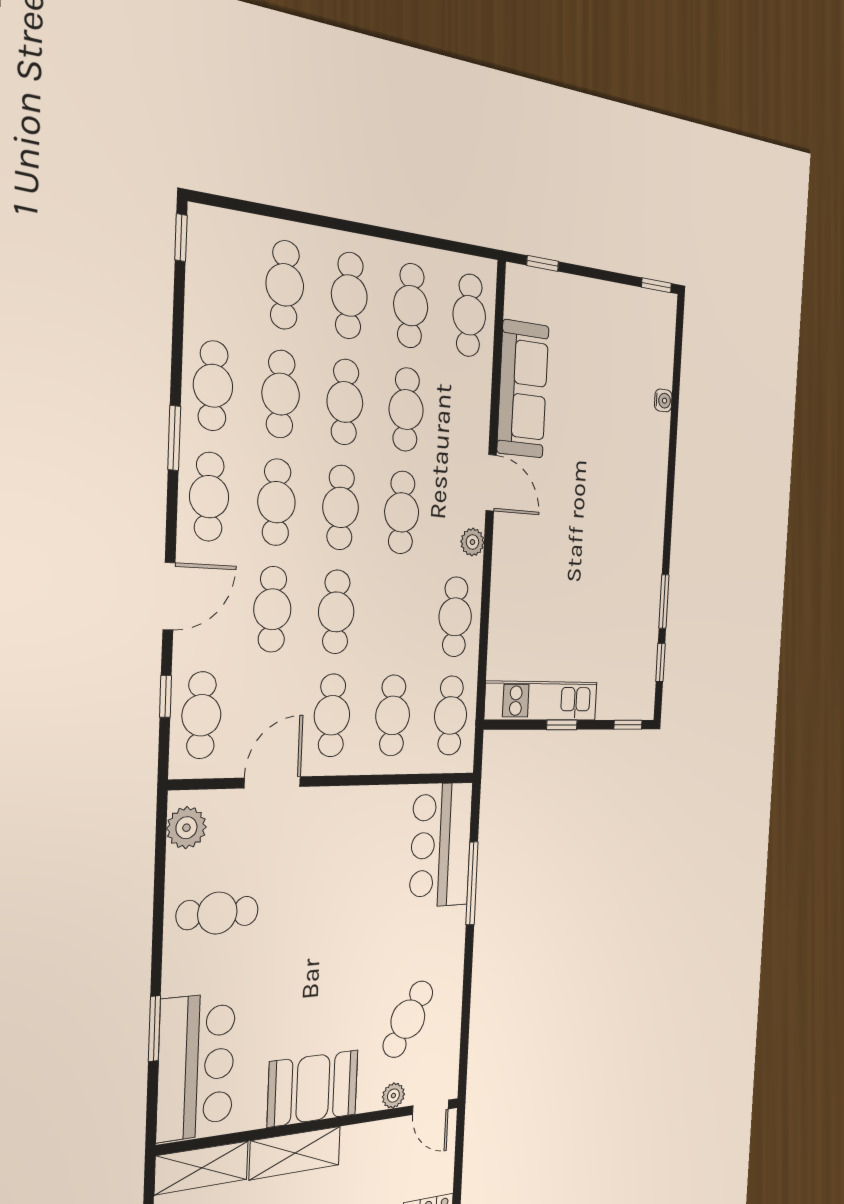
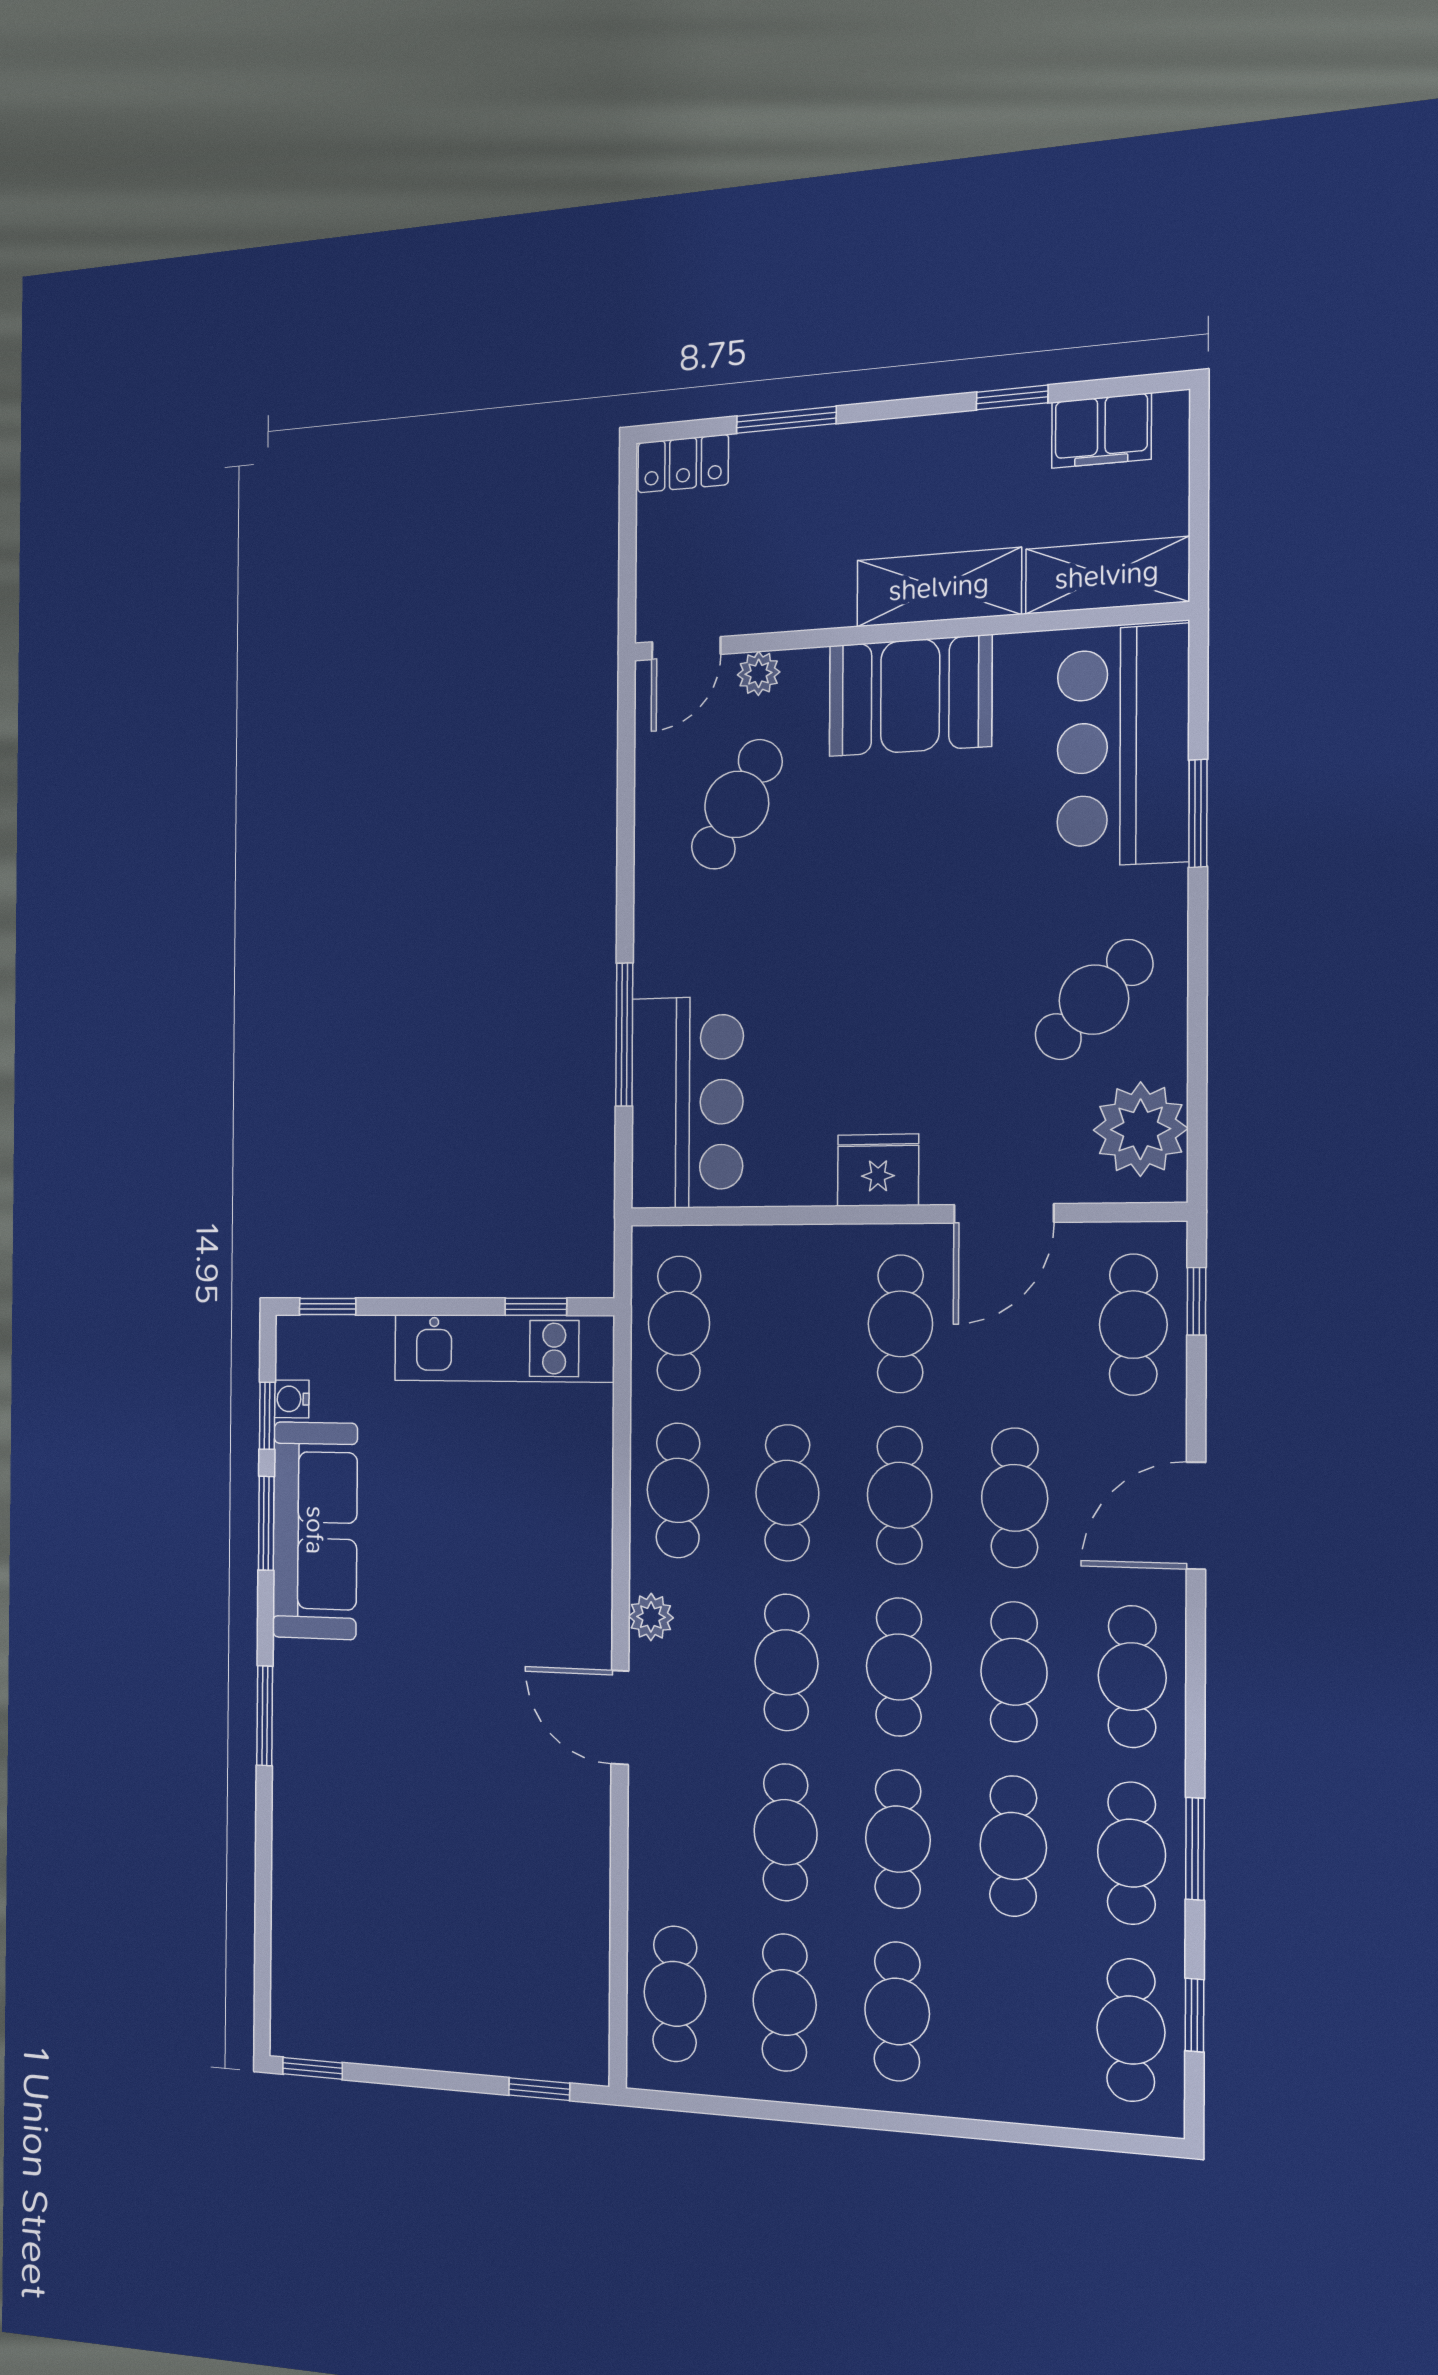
window: (181, 238) -> (1194, 2015), moved
cafe table: (285, 285) -> (1131, 2030), moved
sofa: (523, 389) -> (315, 1530), moved, turned 180
water cooler: (663, 400) -> (292, 1399), moved
window: (174, 438) -> (1195, 1849), moved
window: (670, 491) -> (265, 1716), added
window: (166, 697) -> (1197, 1301), moved
cafe table: (393, 715) -> (787, 1493), moved
window: (562, 725) -> (536, 1307), moved
fridge: (341, 807) -> (878, 1170), added
plant: (186, 828) -> (1141, 1129), width x1.36, depth x1.36
cafe table: (217, 913) -> (1094, 1000), turned -45
door: (431, 1107) -> (686, 648), swing flipped

